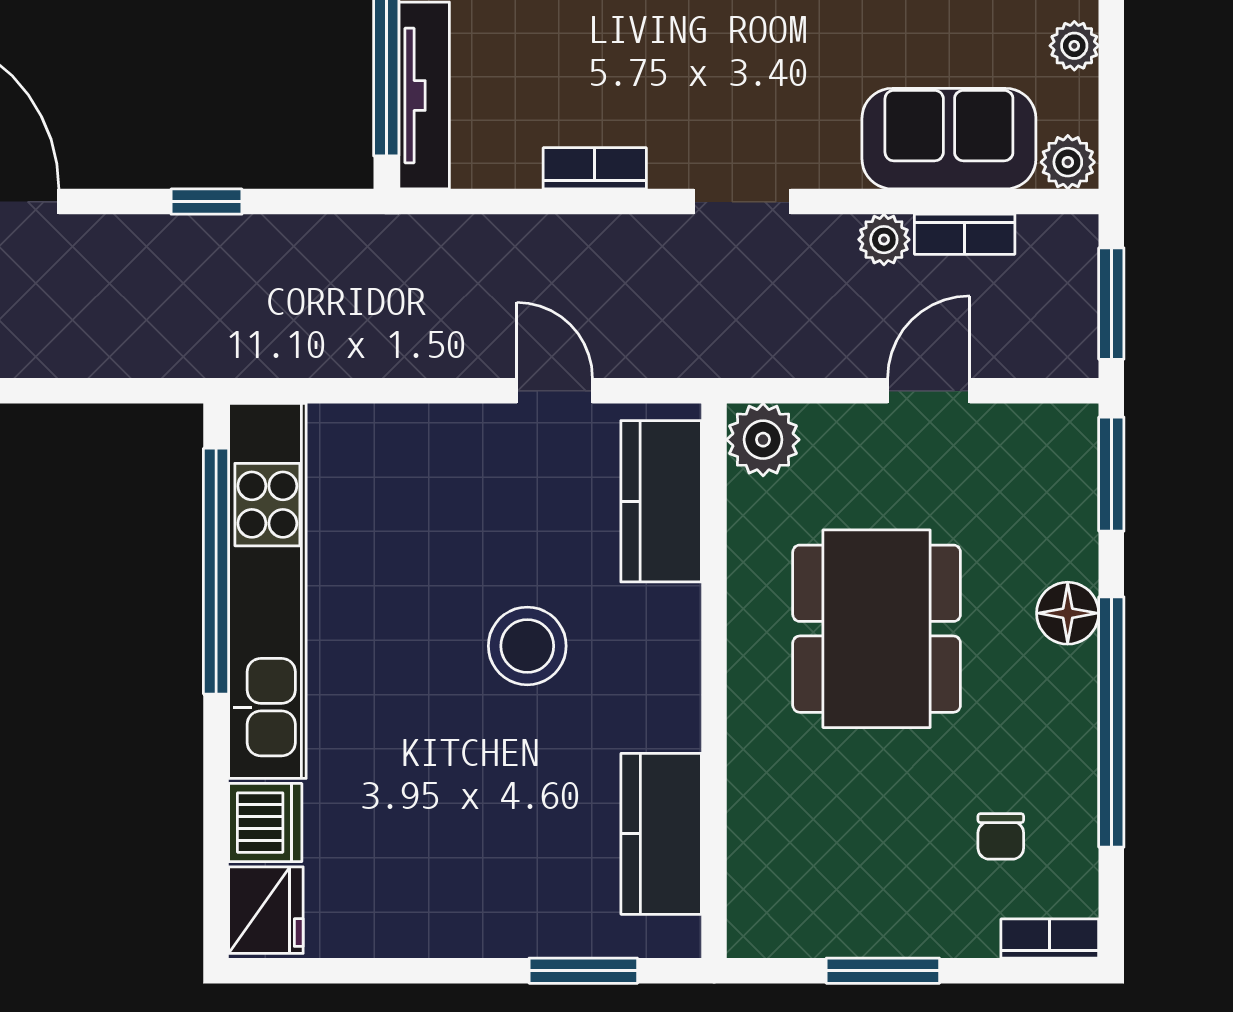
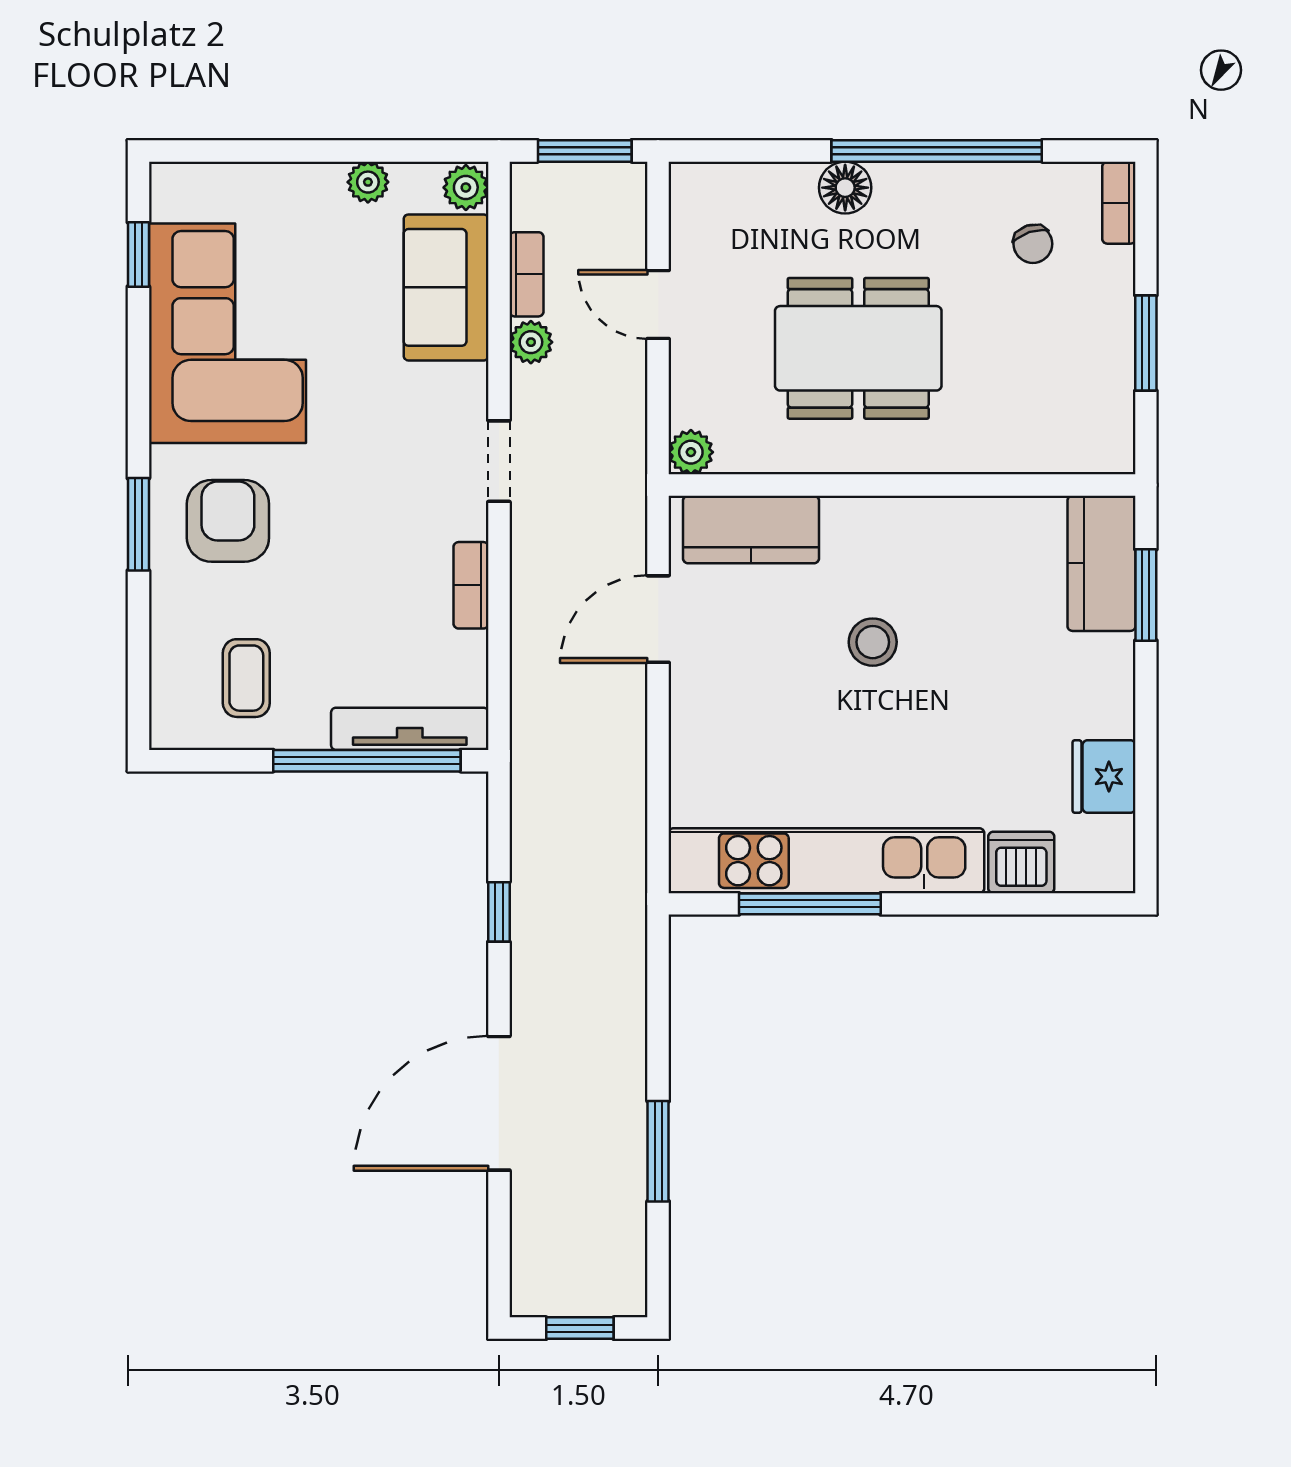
door: (555, 391) -> (658, 619), width x1.38
plant: (763, 440) -> (691, 452), width x0.73, depth x0.73
window: (1111, 474) -> (728, 151), removed
window: (216, 571) -> (810, 904), width x0.68
stool: (527, 646) -> (873, 642), width x0.73, depth x0.73
kitchen counter: (661, 834) -> (1101, 563), moved, turned 90
chair: (1001, 836) -> (1033, 244), turned 72
fridge: (266, 910) -> (1104, 776), moved, turned -90

